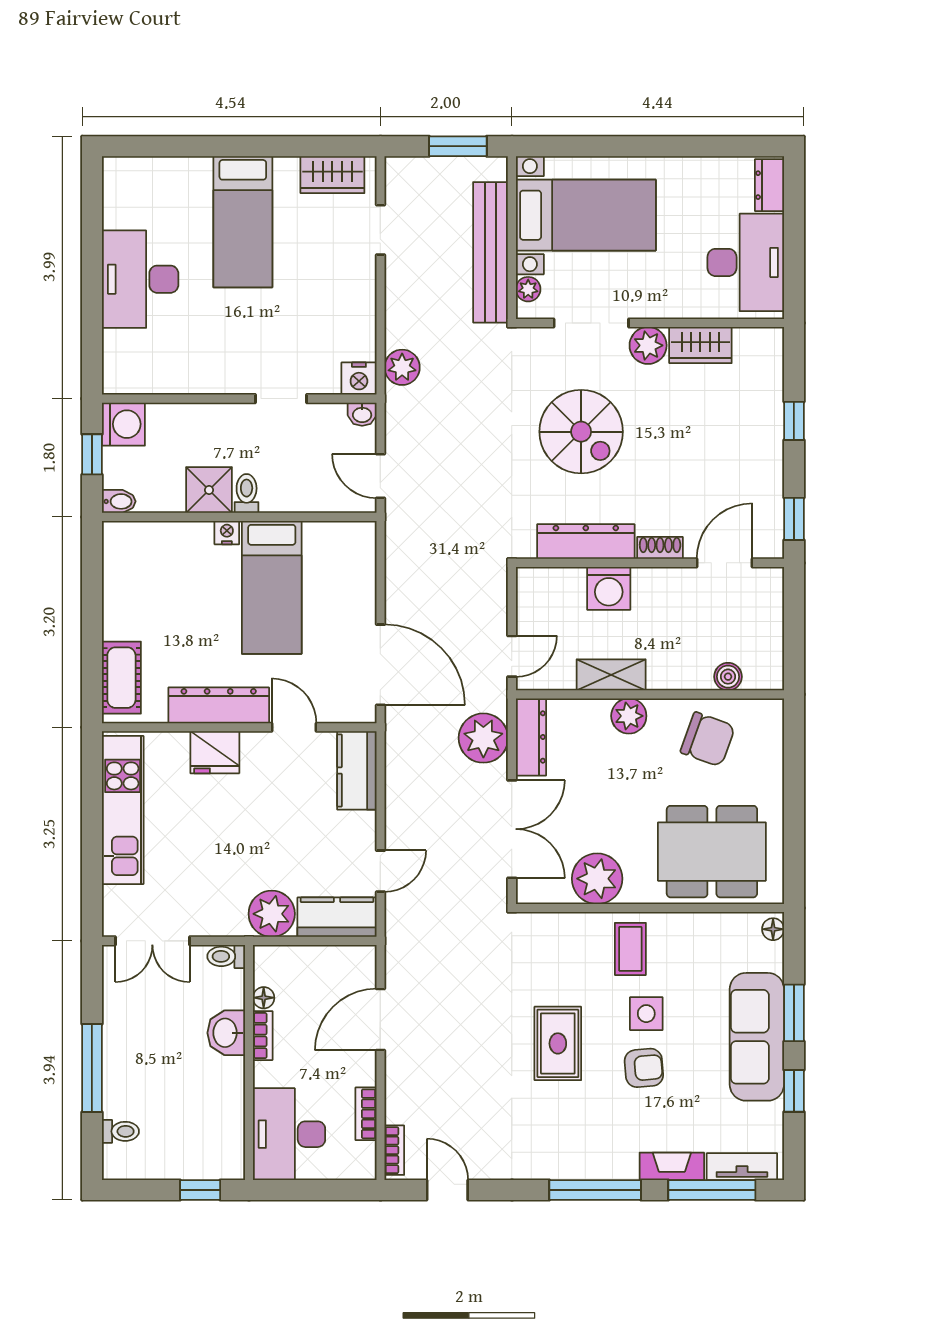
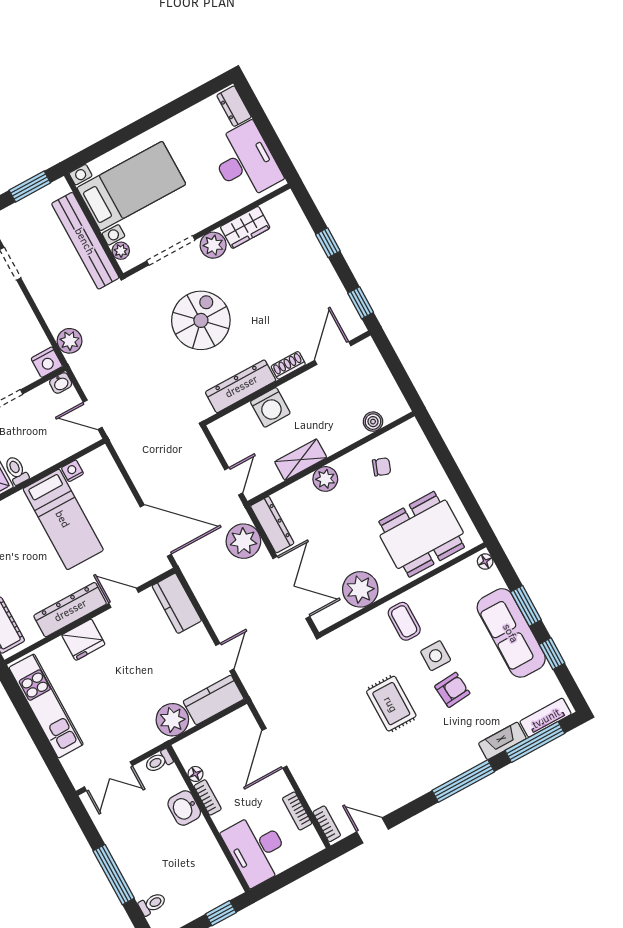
spiral stairs: (581, 432) -> (201, 320), turned -90
nightstand: (227, 533) -> (72, 471), moved
chair: (708, 739) -> (382, 467), width x0.54, depth x0.54

